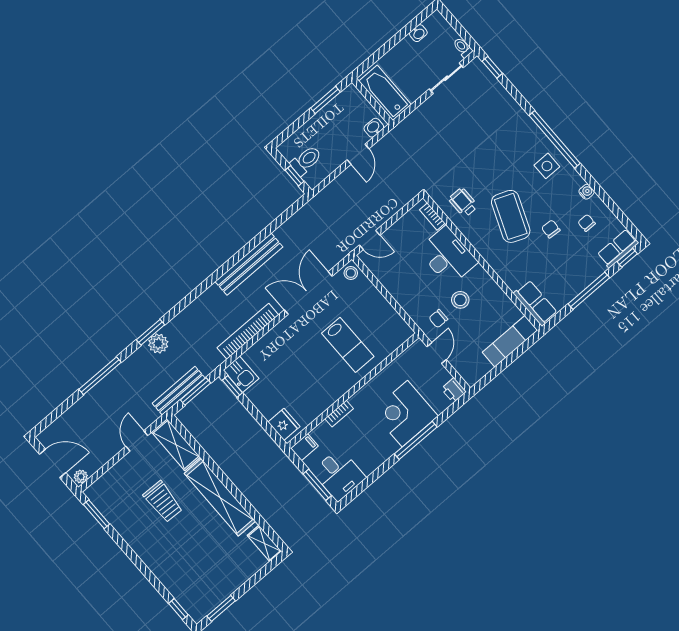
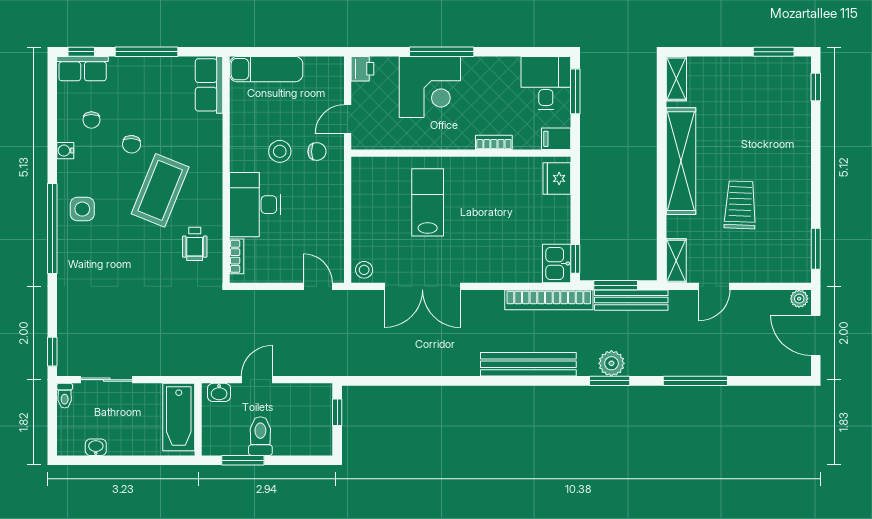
toilet: (306, 160) -> (260, 436), moved, turned 90
bench: (249, 264) -> (528, 364), moved
bookcase: (248, 331) -> (549, 300), moved
shelving: (176, 445) -> (676, 261), width x0.67, depth x0.75

